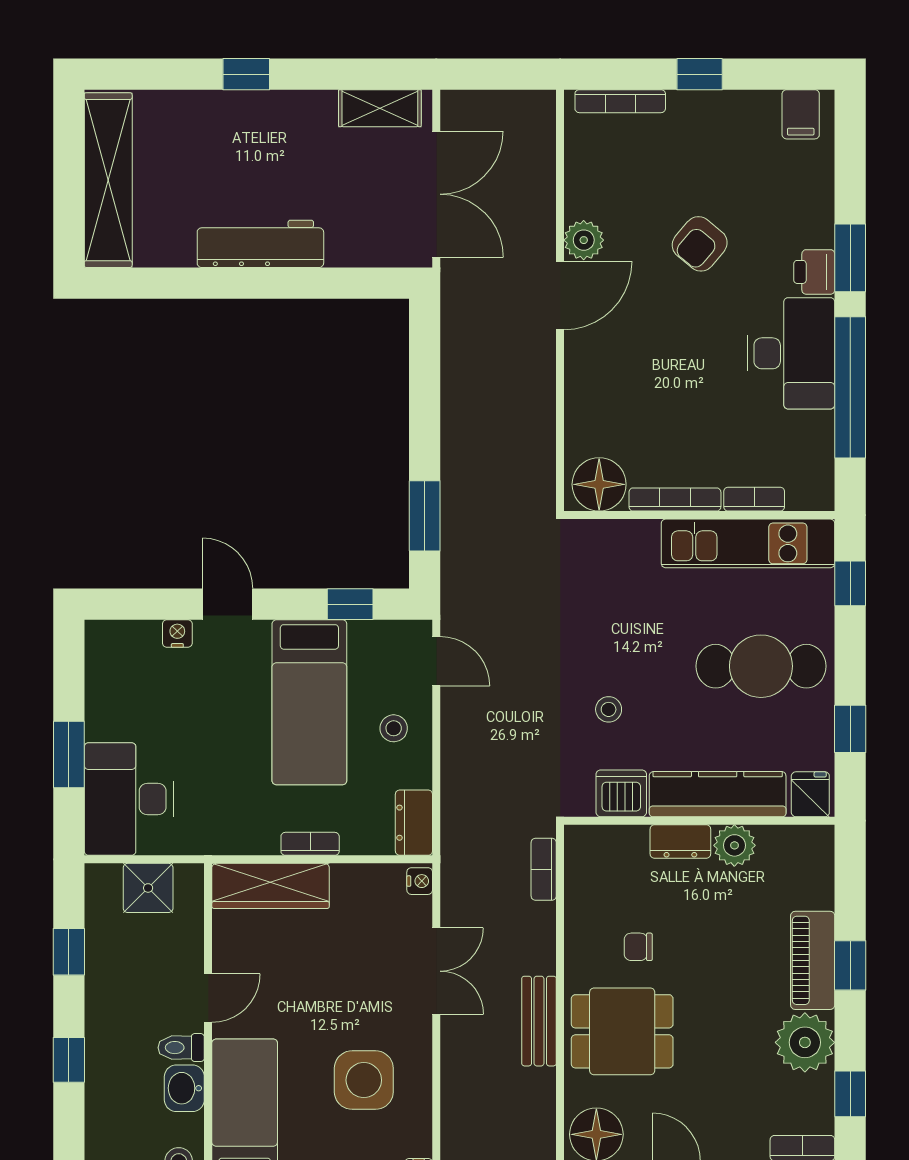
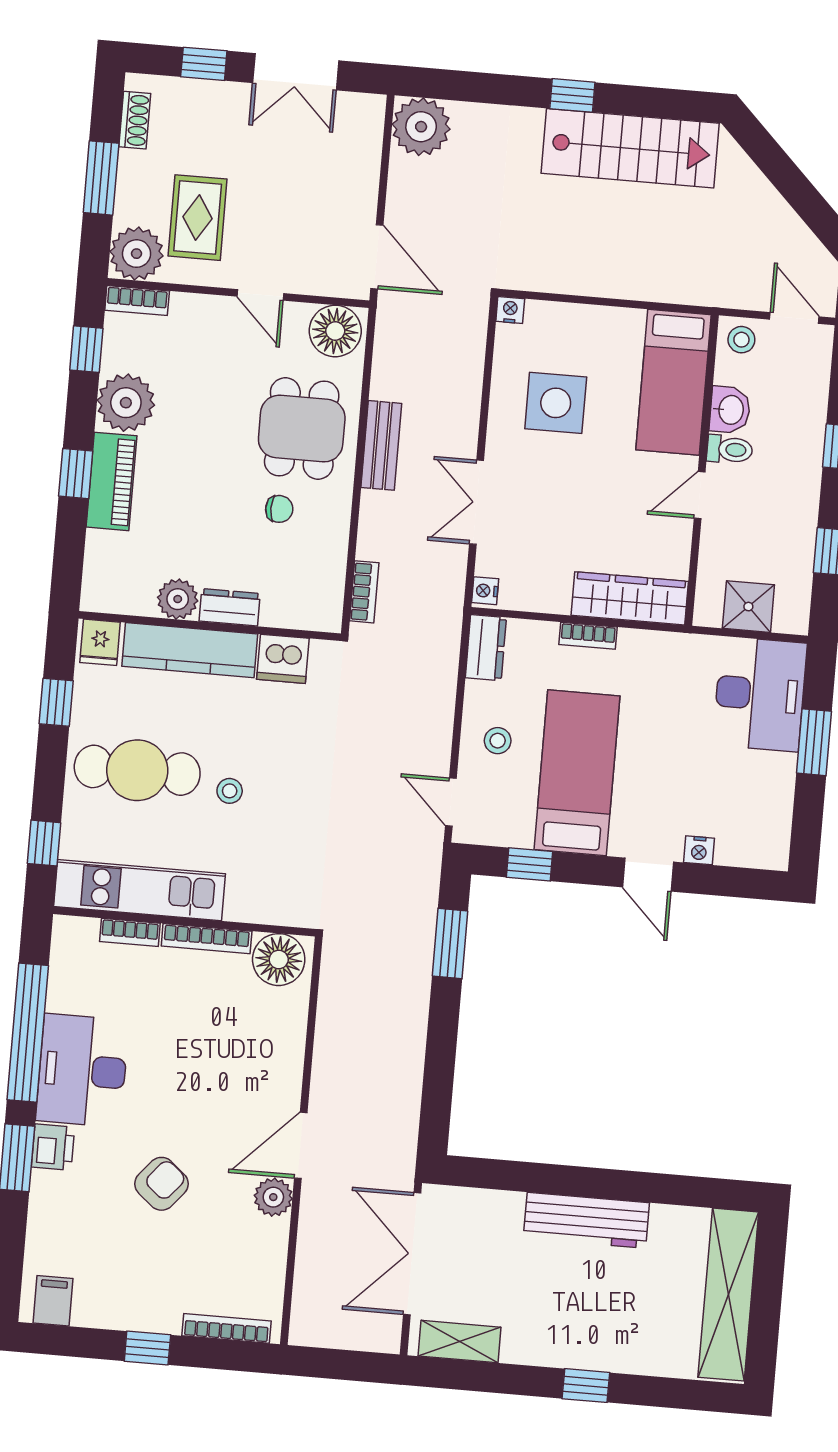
stool: (609, 709) -> (230, 791), moved
dining table: (622, 1031) -> (302, 429), turned 90

